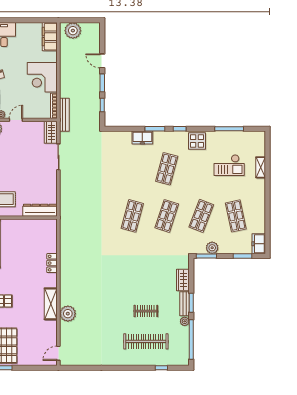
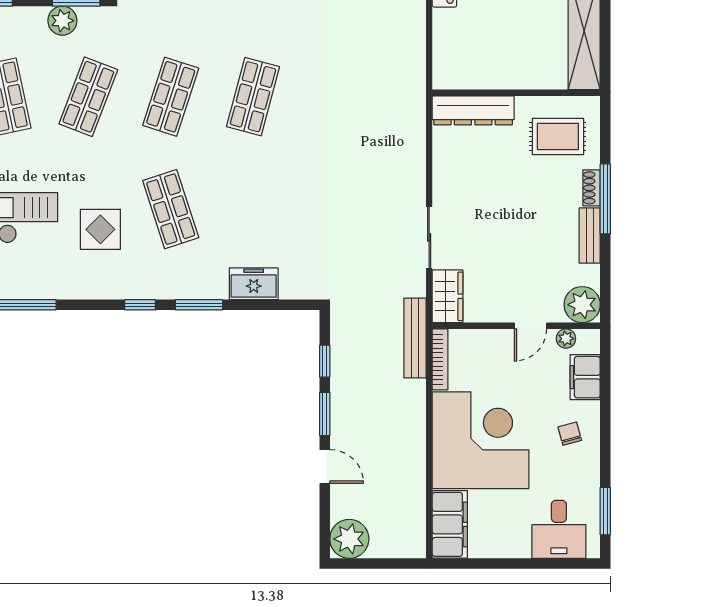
plant: (73, 31) -> (349, 539), moved
corner desk: (42, 77) -> (481, 440), width x1.36, depth x1.36
freezer: (142, 137) -> (254, 284), moved
display table: (197, 141) -> (100, 229), moved
shop shelf: (167, 169) -> (171, 209), turned -33

